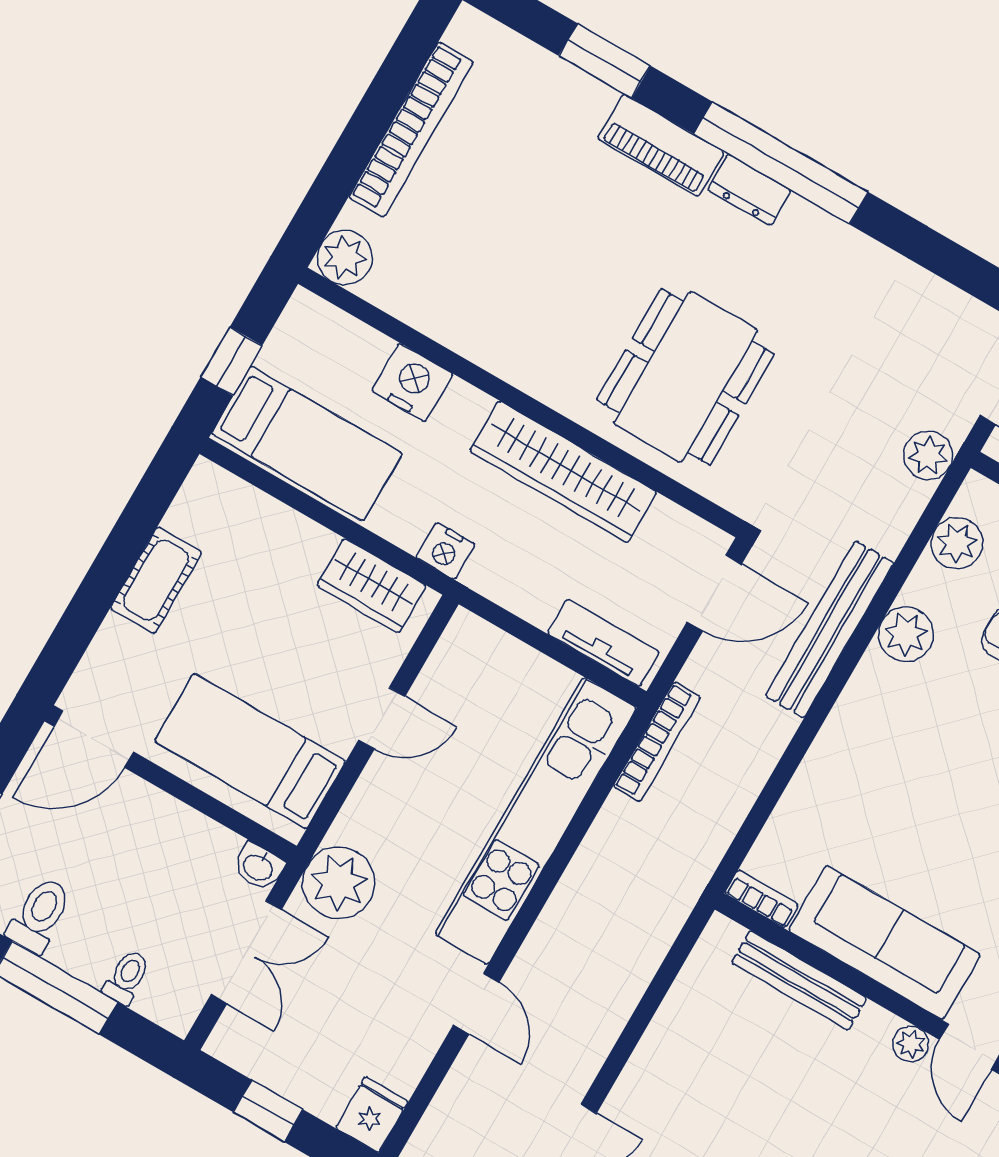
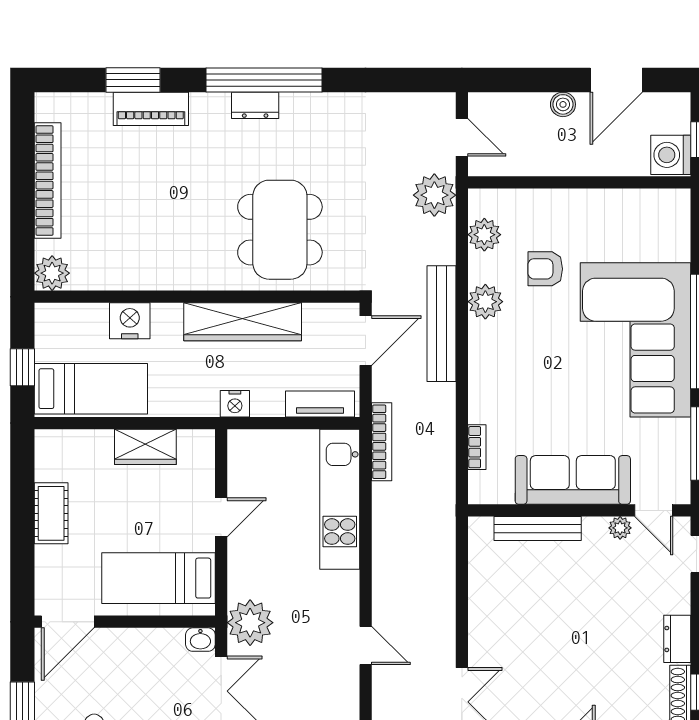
piano: (661, 145) -> (151, 109), moved
plant: (928, 455) -> (434, 195), width x1.36, depth x1.36
nightstand: (445, 551) -> (235, 404), moved
wardrobe: (371, 586) -> (145, 447), moved
kitchen unit: (536, 821) -> (340, 499), width x0.73
bookcase: (762, 899) -> (477, 447), moved, turned 90

